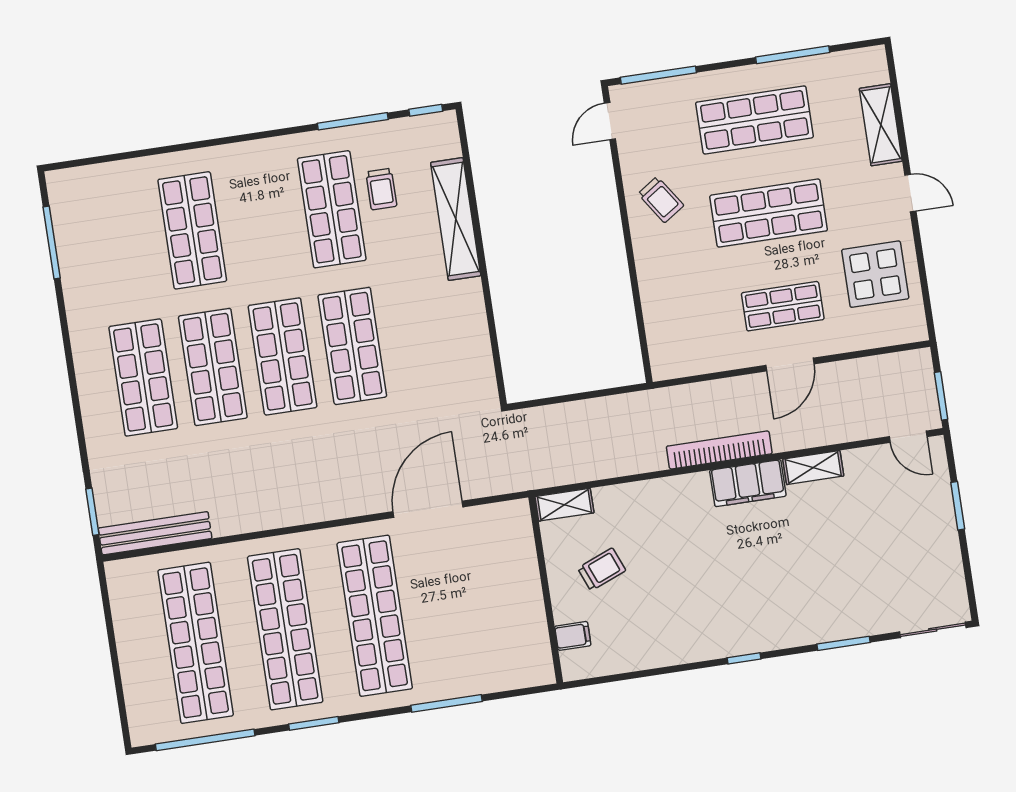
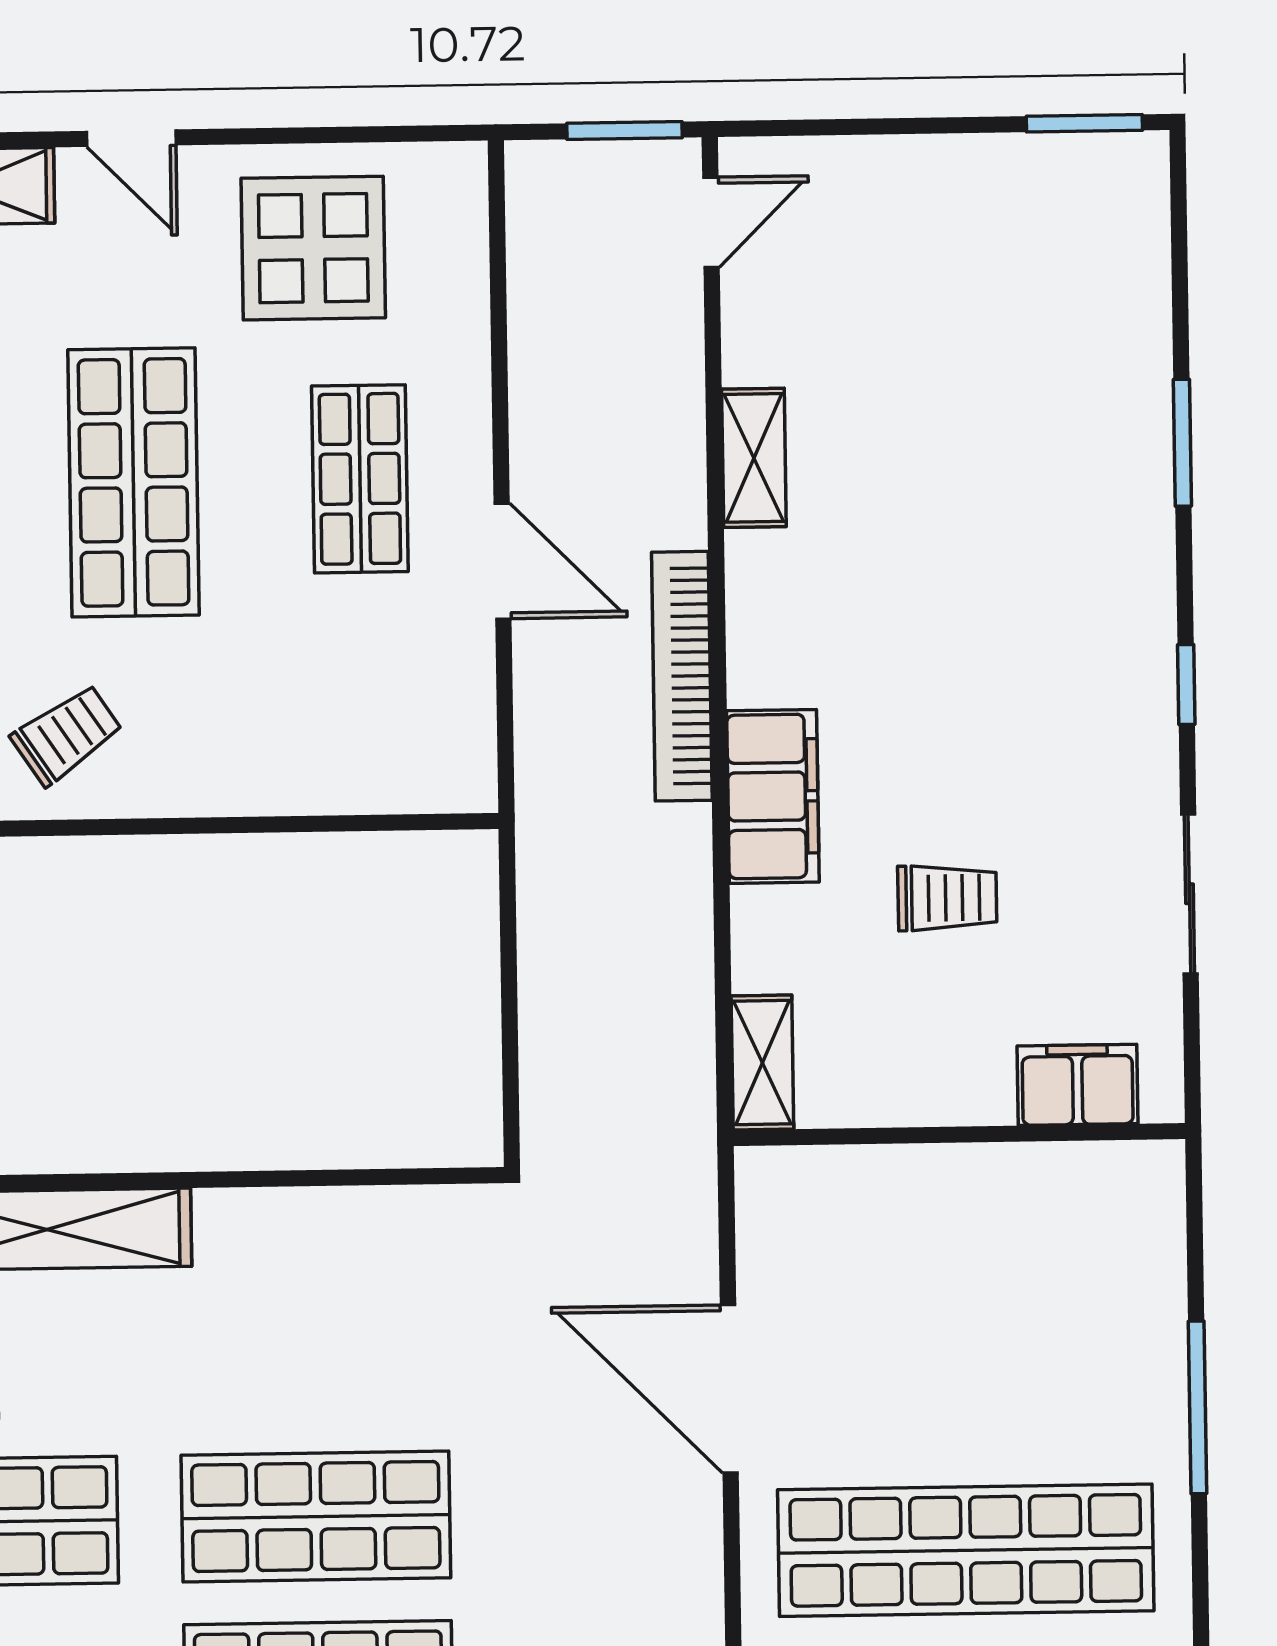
door: (910, 193) -> (131, 138), swing flipped
door: (790, 365) -> (502, 561), moved
filing cabinet: (748, 483) -> (773, 796), moved
window: (958, 506) -> (1084, 123), moved
trolley: (602, 569) -> (947, 898), moved, turned 112
sliding door: (933, 630) -> (1189, 894), moved
filing cabinet: (573, 636) -> (1078, 1085), width x2.00

